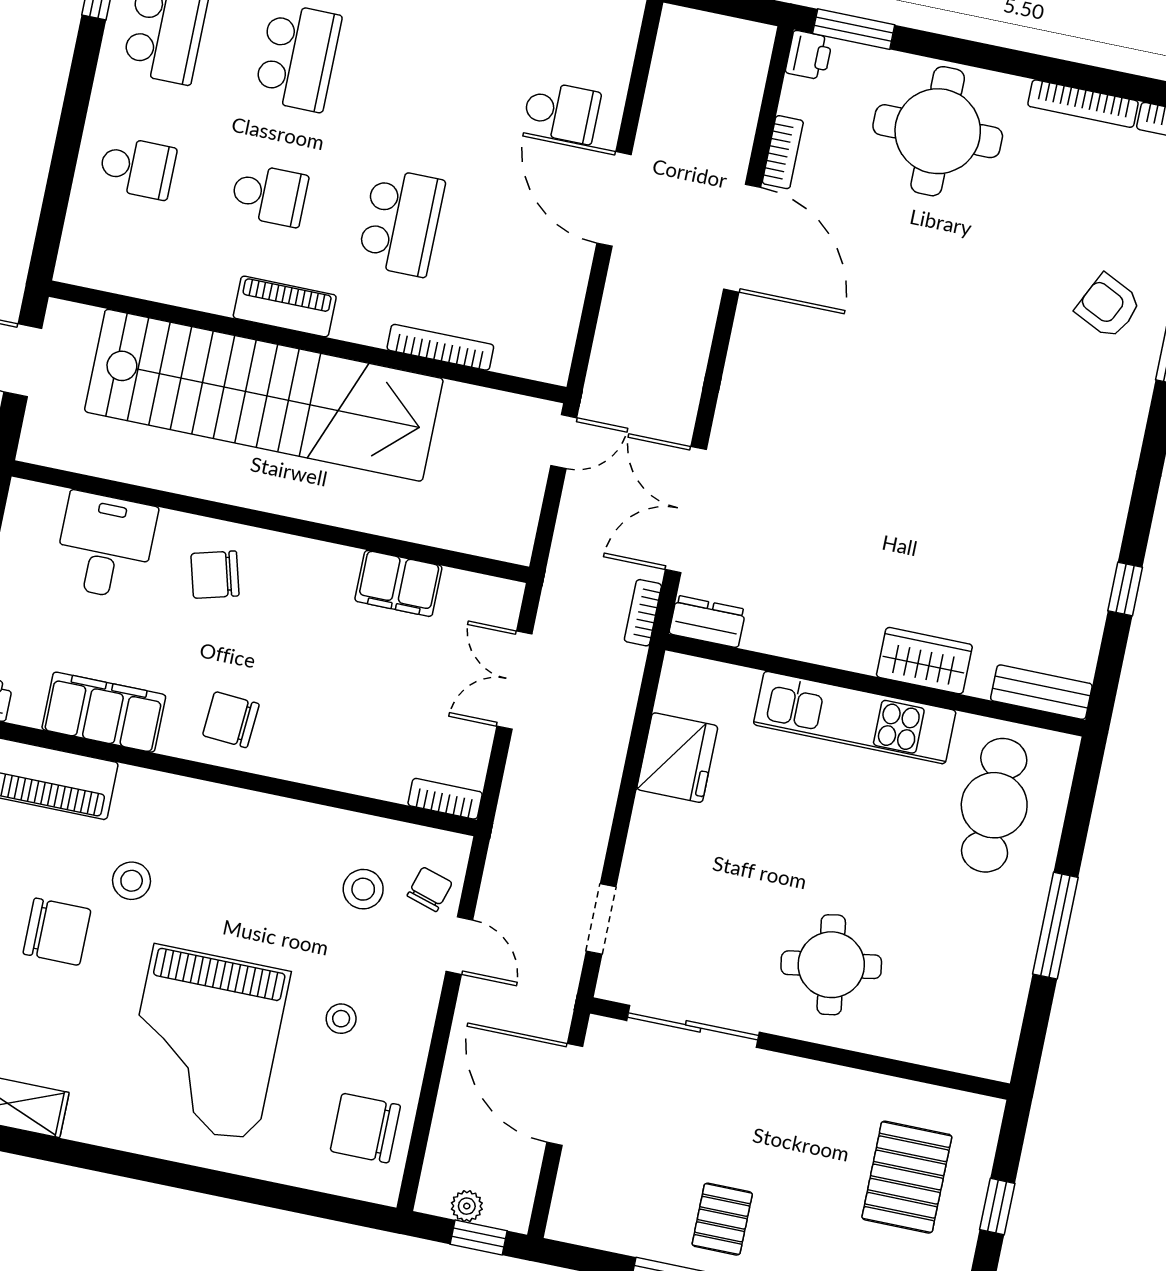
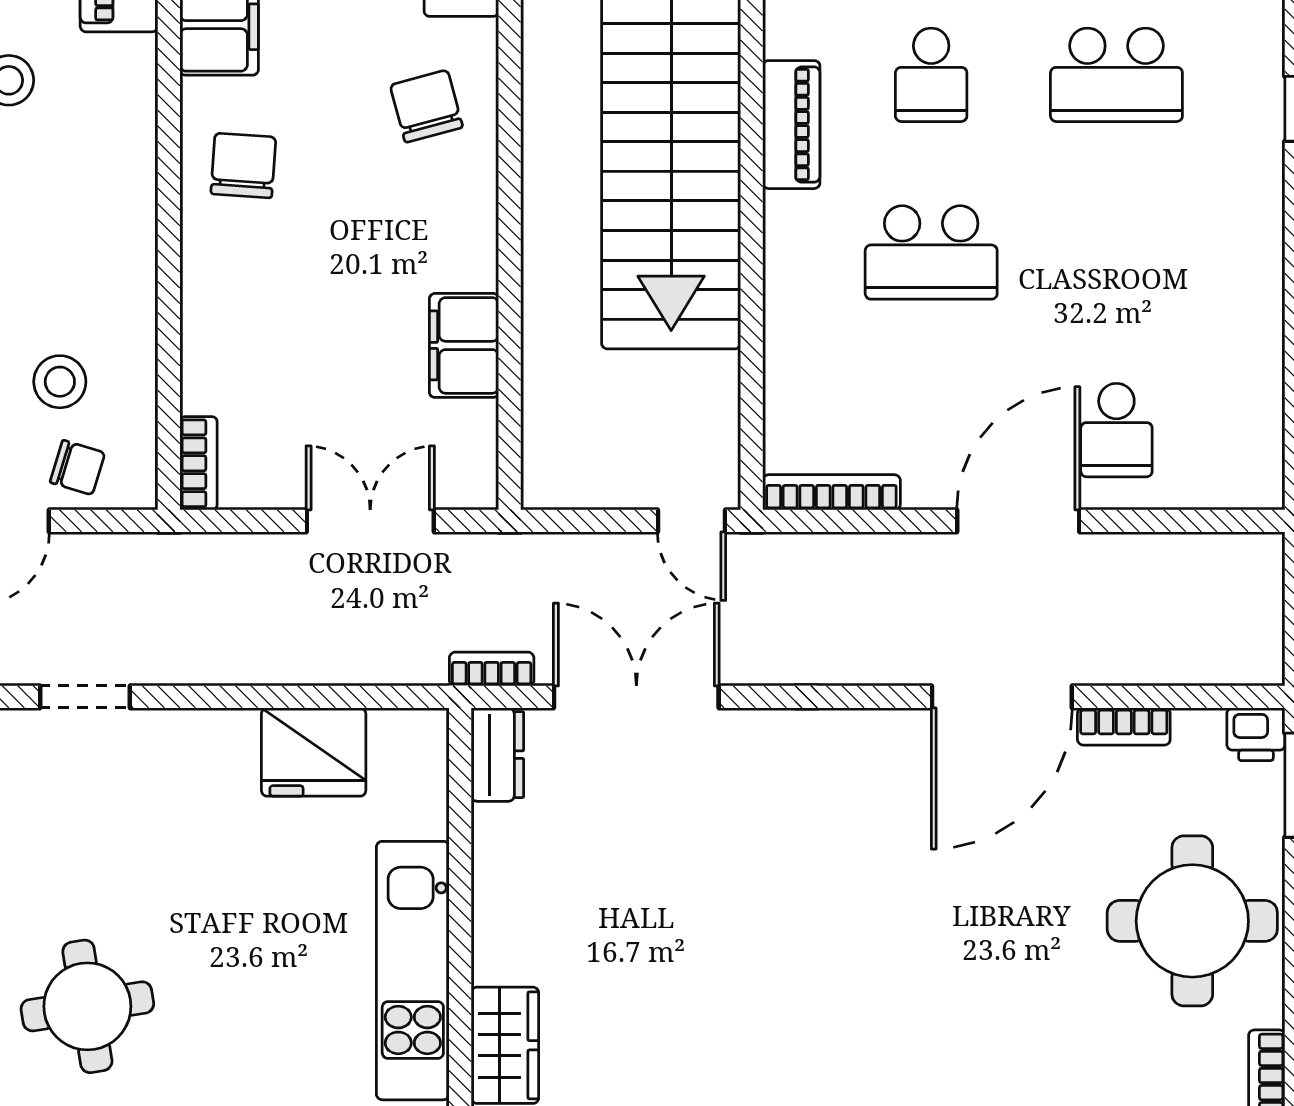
bookcase: (440, 347) -> (831, 492), moved, turned -90

